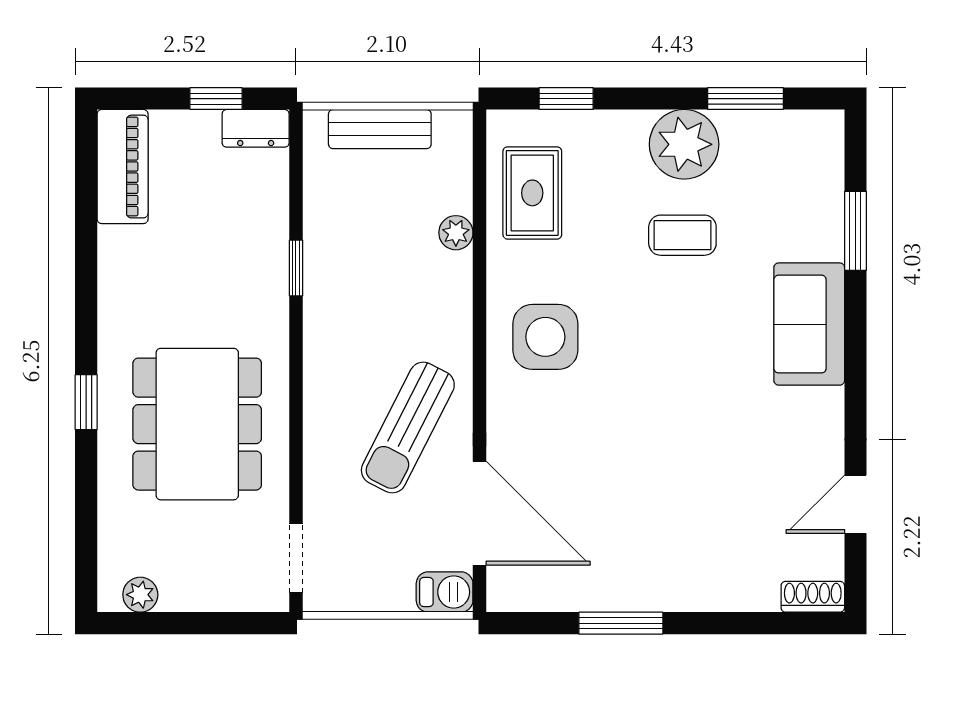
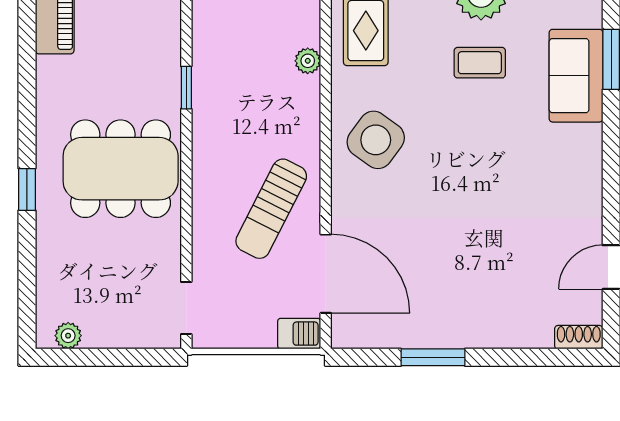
sofa: (809, 324) -> (576, 76), moved
side table: (545, 337) -> (376, 140), turned 36
dining table: (197, 424) -> (121, 169), moved, turned 90

